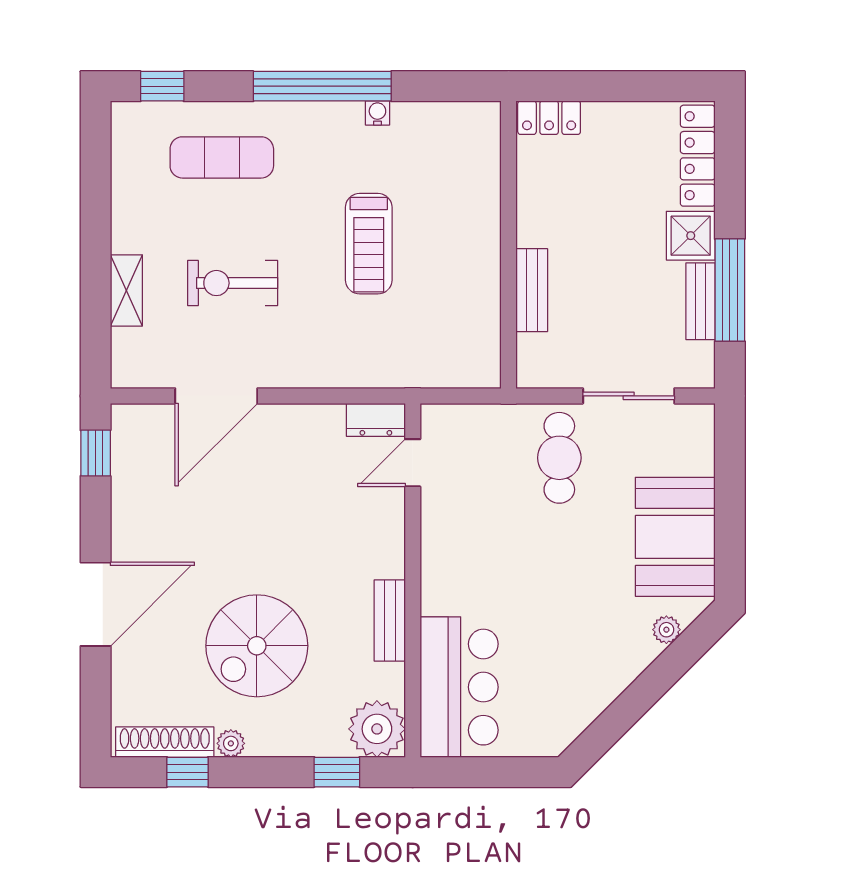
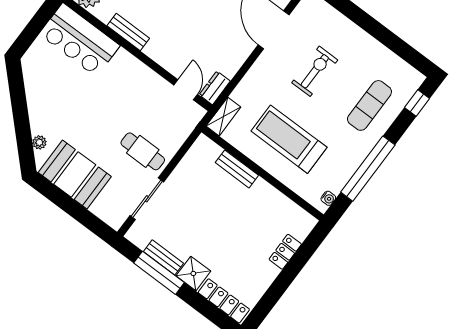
water cooler: (377, 113) -> (328, 198), moved
treadmill: (369, 244) -> (289, 139), width x1.37, depth x1.38
wall: (509, 245) -> (263, 173), moved
shelving: (126, 290) -> (223, 117), moved, turned 90
bench: (532, 290) -> (237, 169), moved

